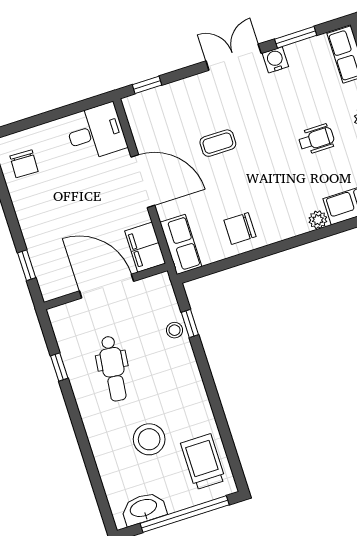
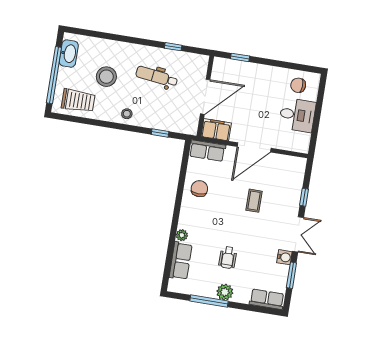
window: (147, 85) -> (304, 197), moved
desk: (96, 132) -> (297, 115), moved, turned -90
stool: (175, 330) -> (127, 114), moved

